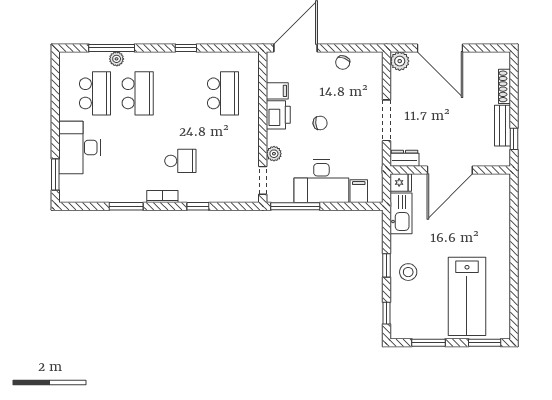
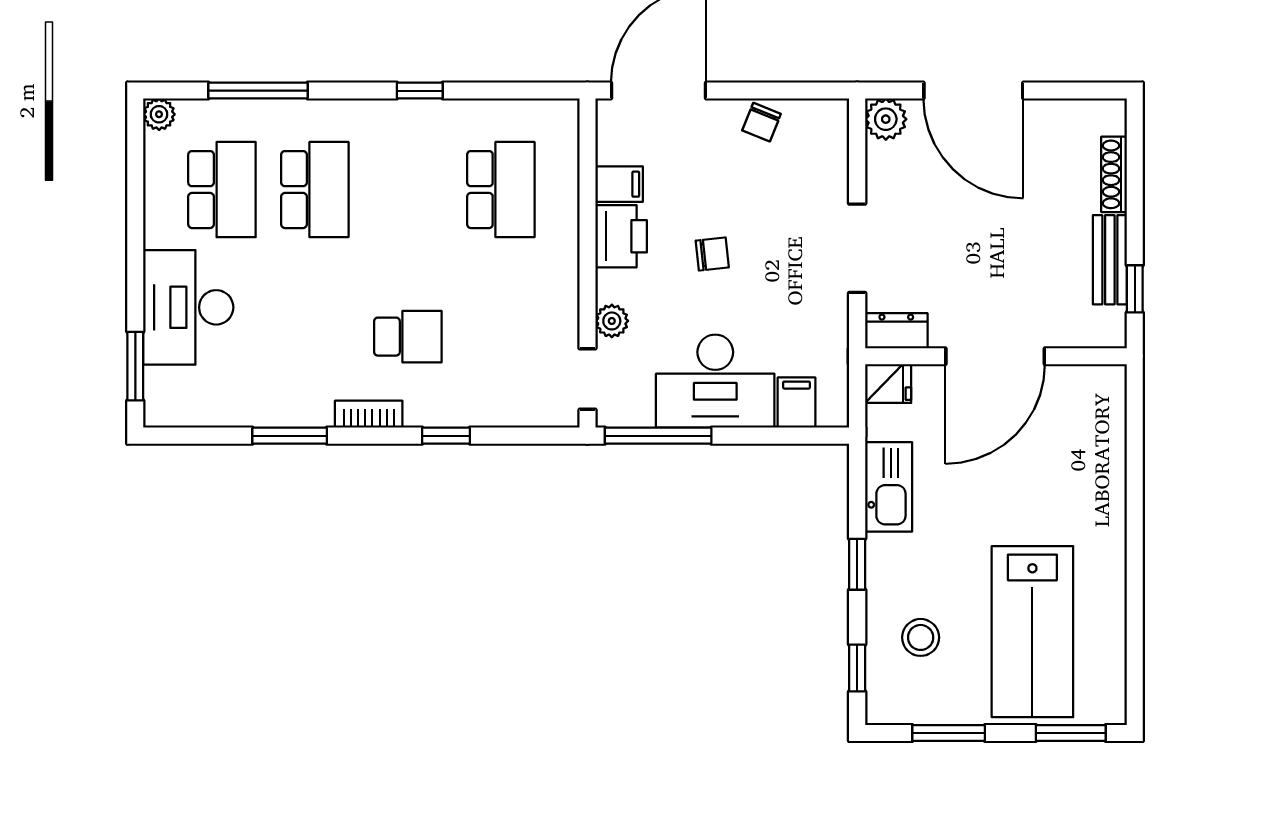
plant: (117, 59) -> (159, 114), moved
kitchen sink: (401, 213) -> (889, 487), moved
stool: (408, 272) -> (921, 637), moved

